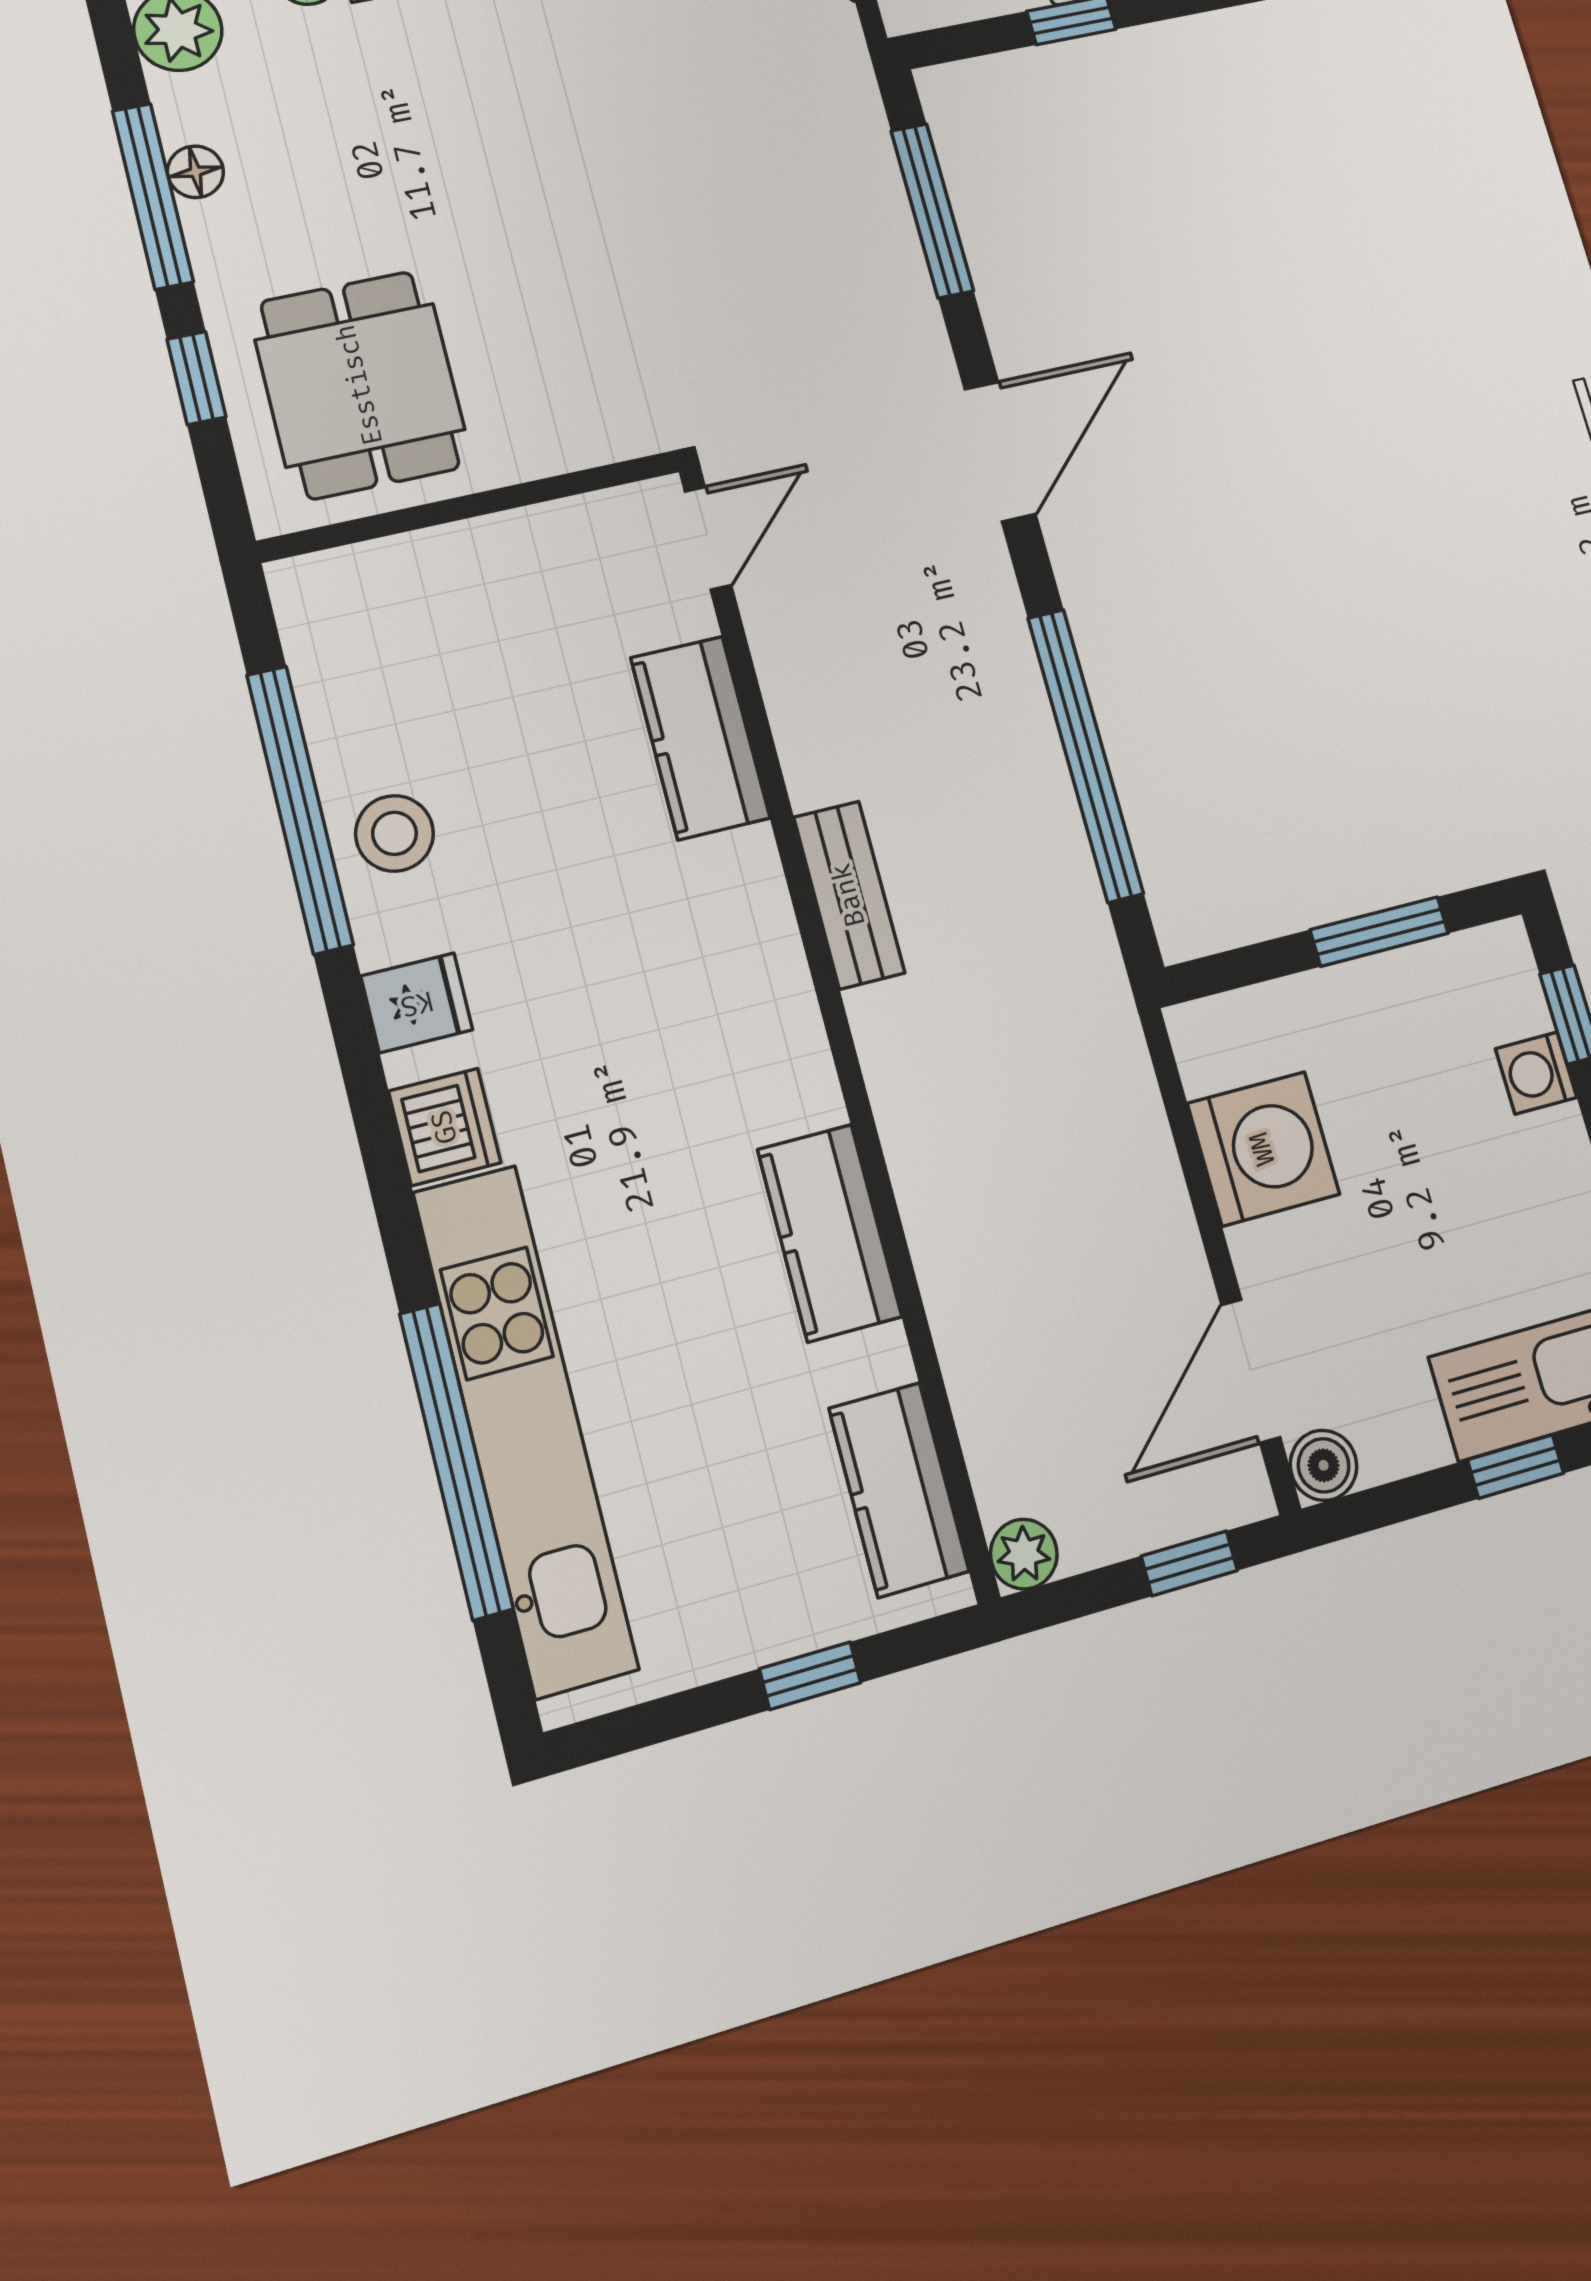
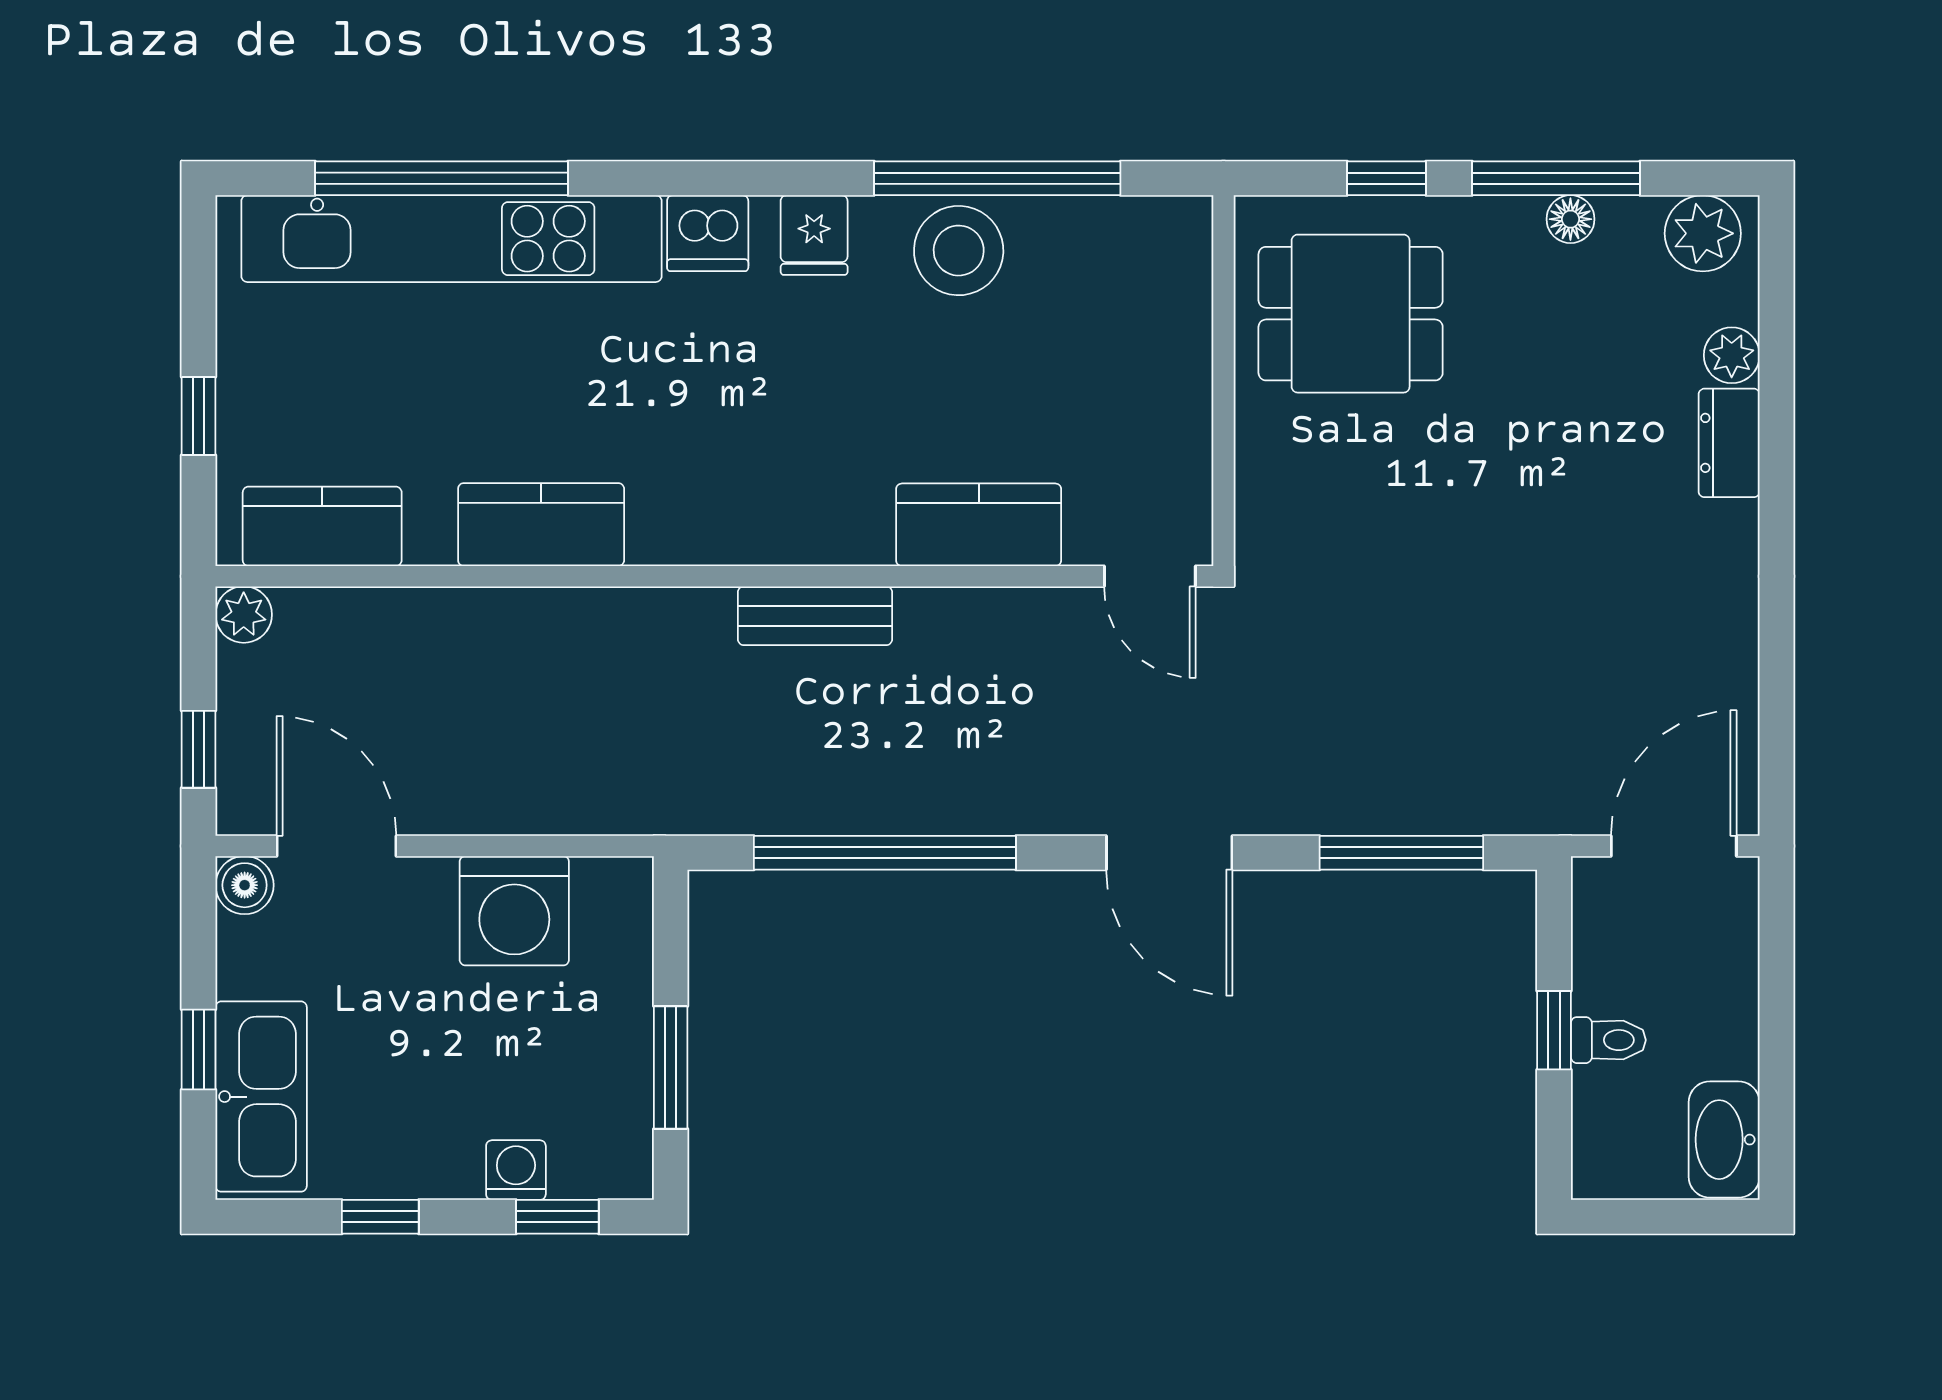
stool: (394, 833) -> (959, 251), width x1.38, depth x1.38

